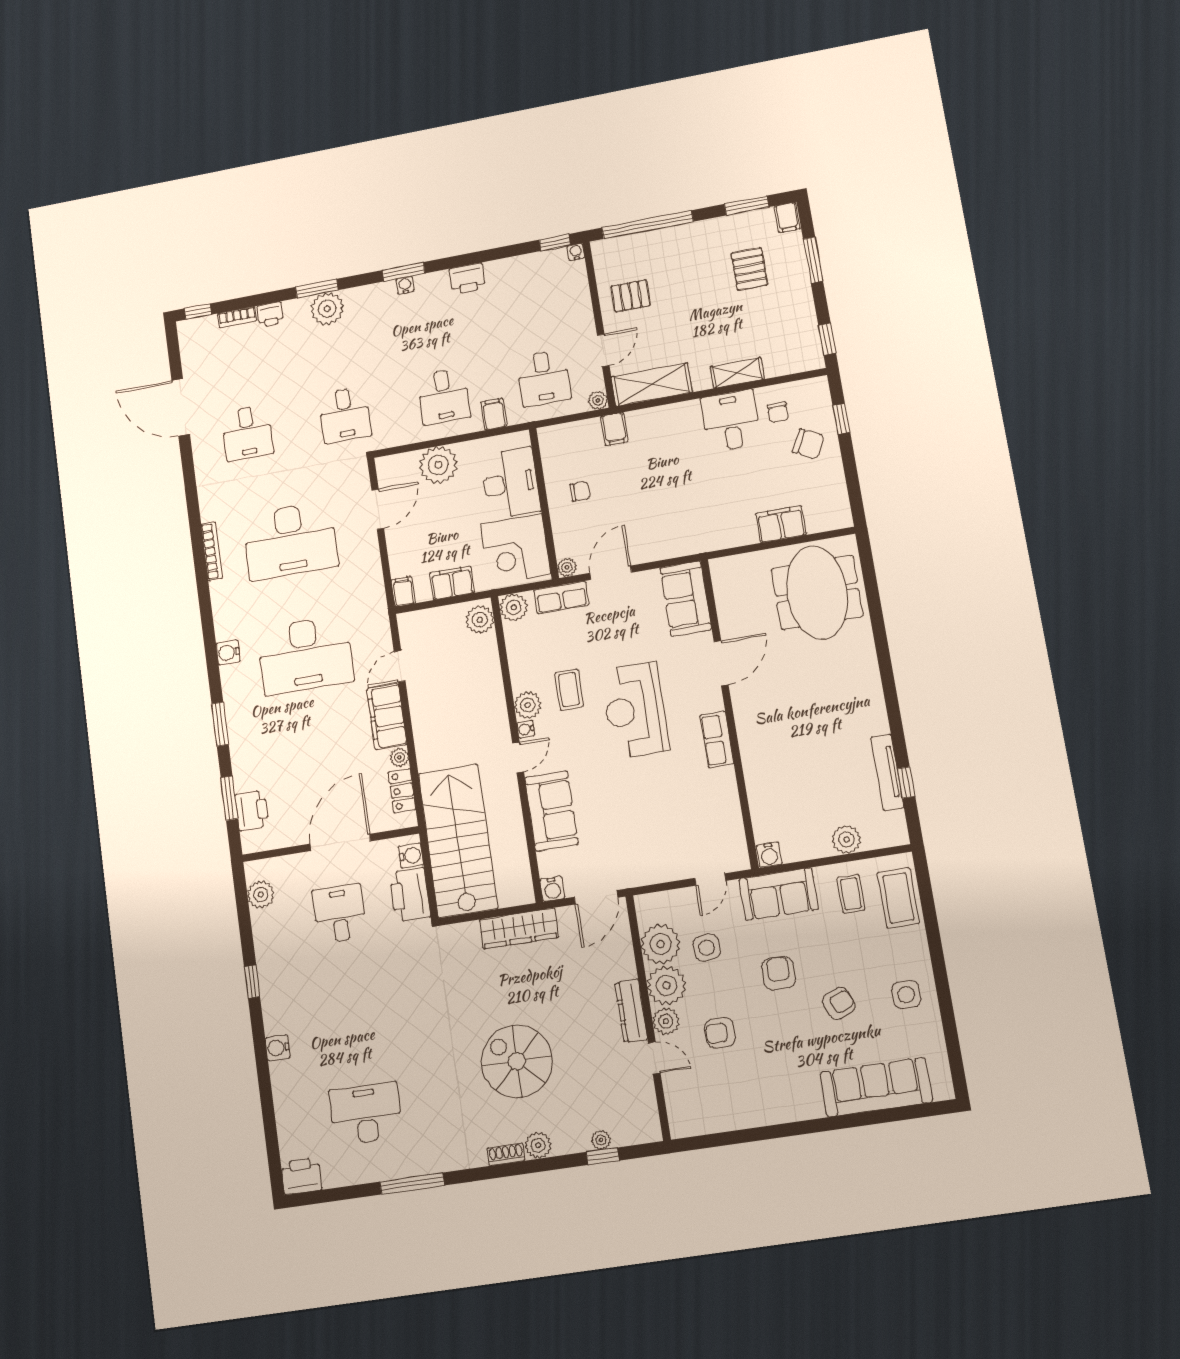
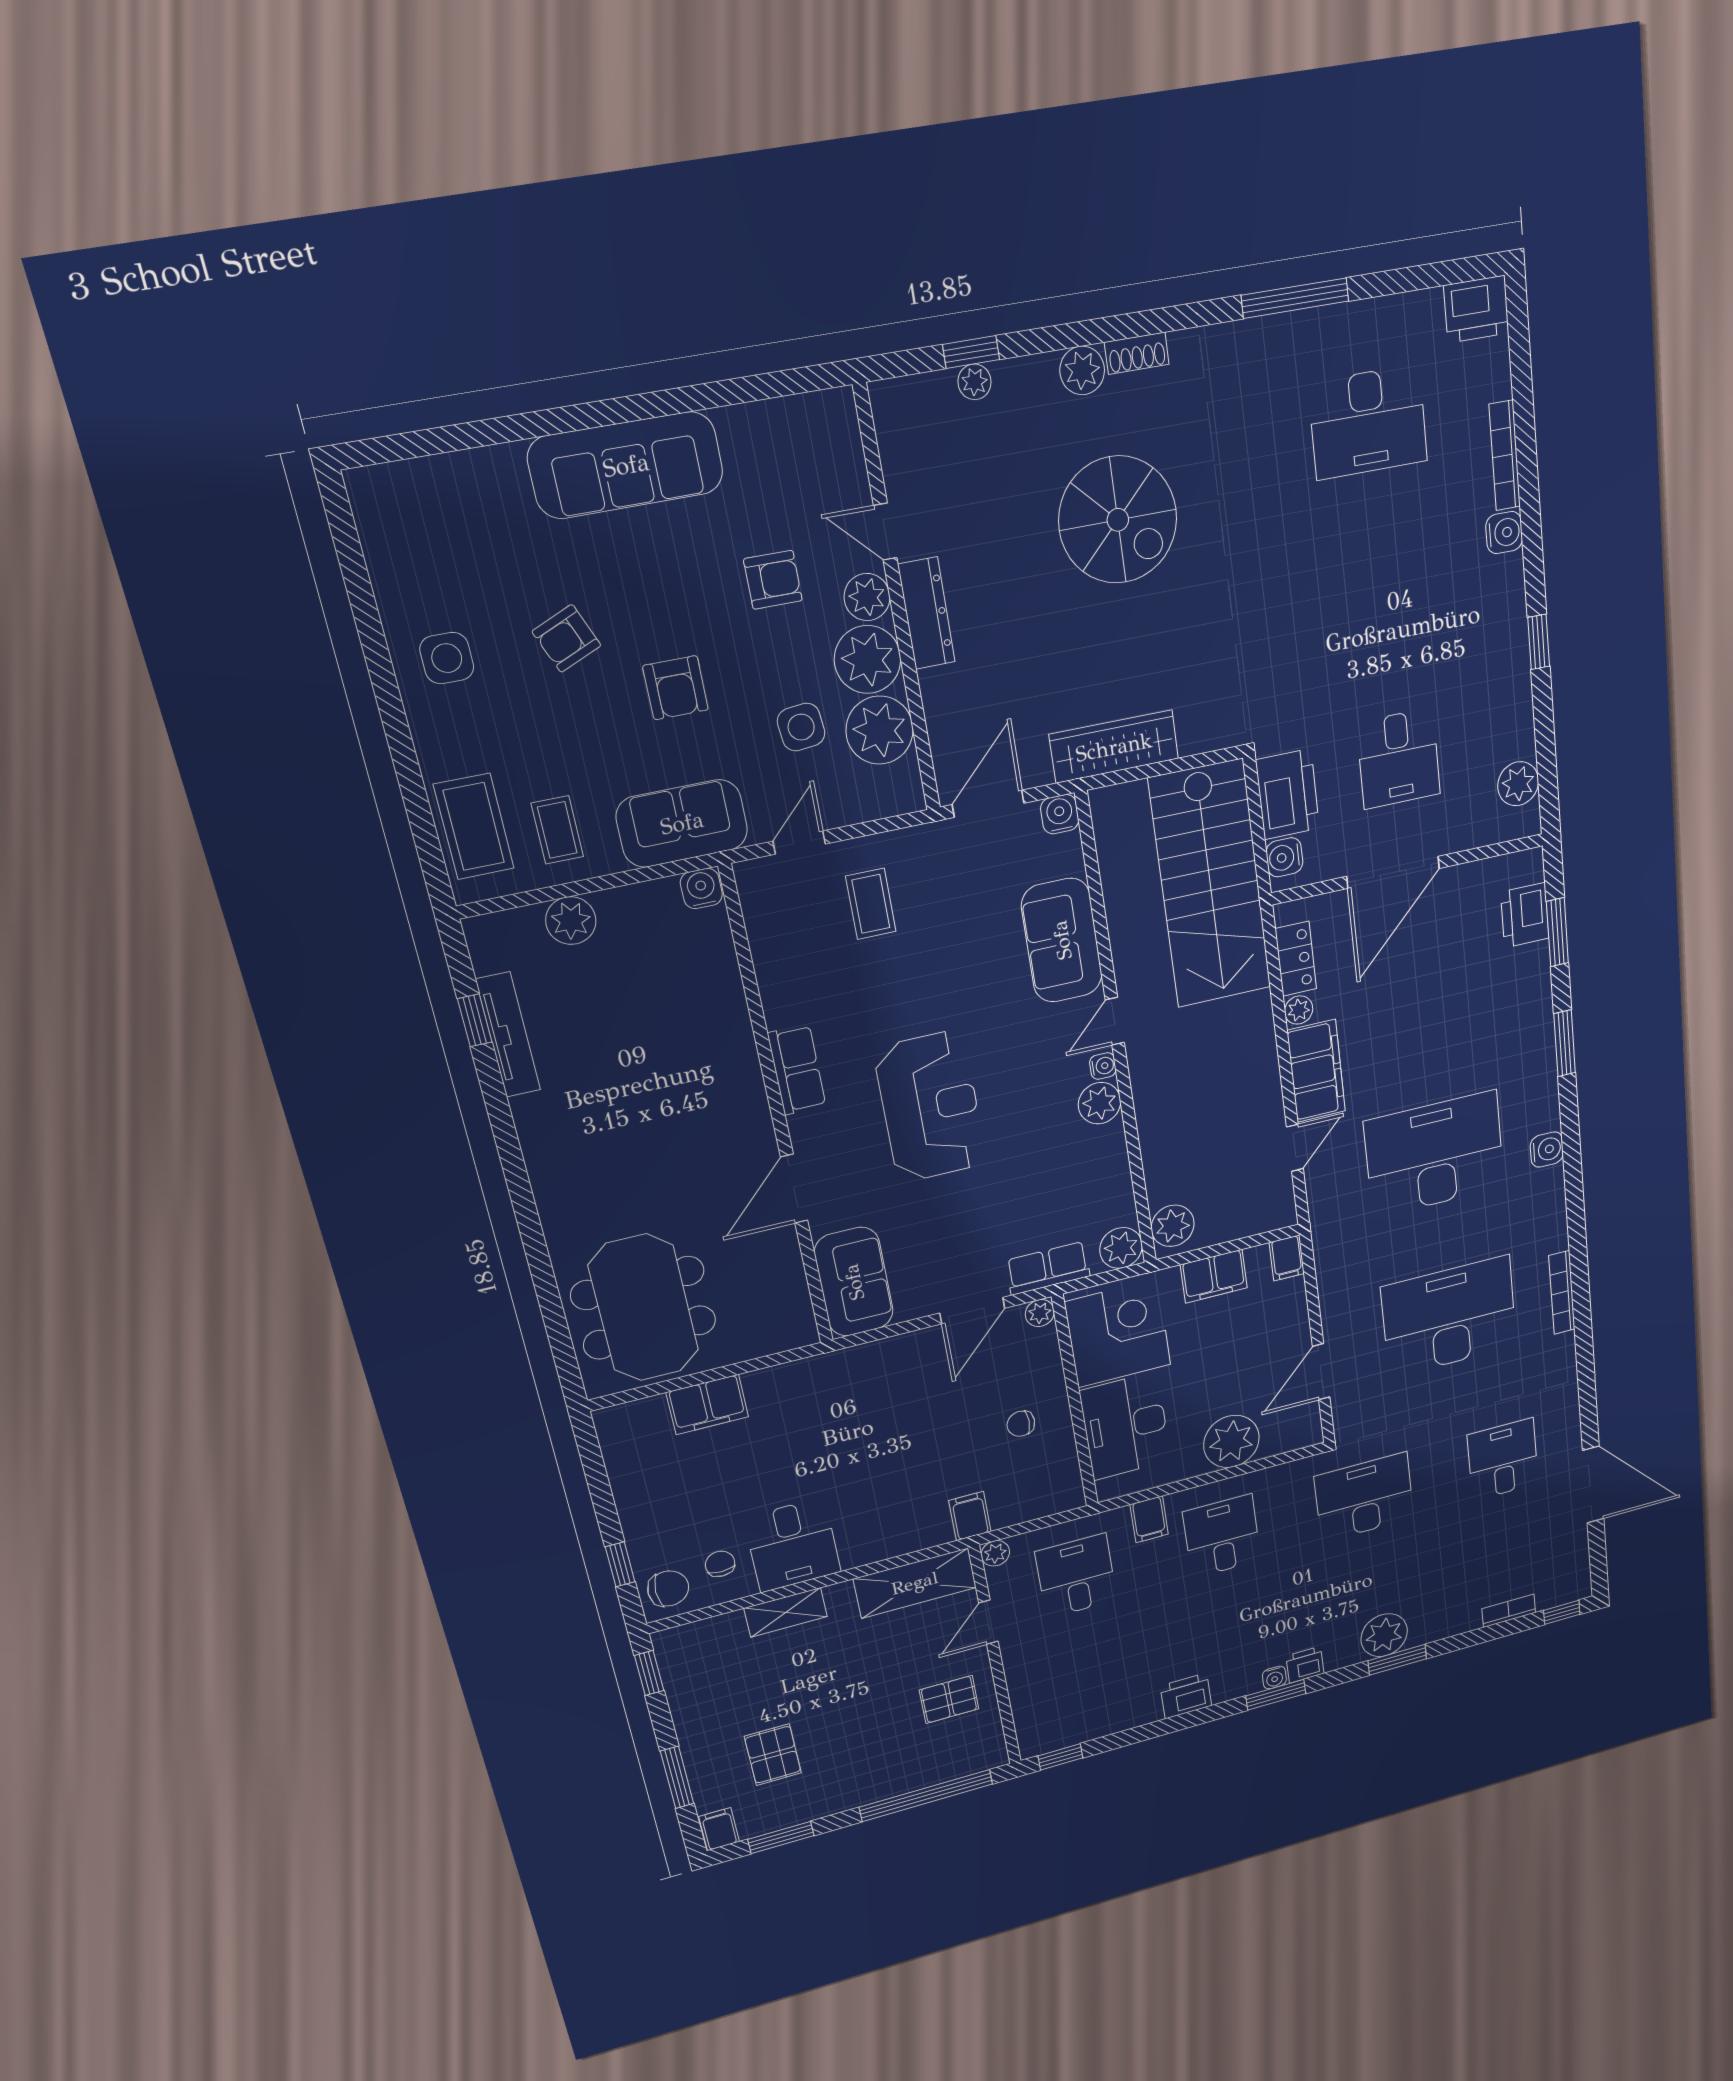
water cooler: (576, 252) -> (1030, 1748), removed
printer: (270, 314) -> (1305, 1665), moved
desk: (345, 415) -> (1364, 1497), width x1.37
chair: (808, 444) -> (668, 1589), moved, turned 153
coffee table: (569, 690) -> (871, 904), moved
sofa: (876, 1087) -> (626, 465), moved
bookcase: (280, 1093) -> (1505, 456), added

